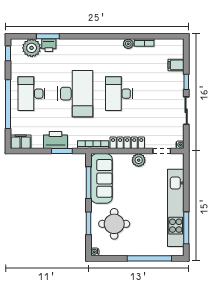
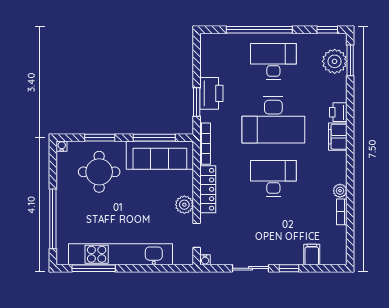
window: (48, 36) -> (350, 60), moved
printer: (49, 45) -> (338, 112), moved
filing cabinet: (21, 142) -> (338, 137), moved, turned 180

